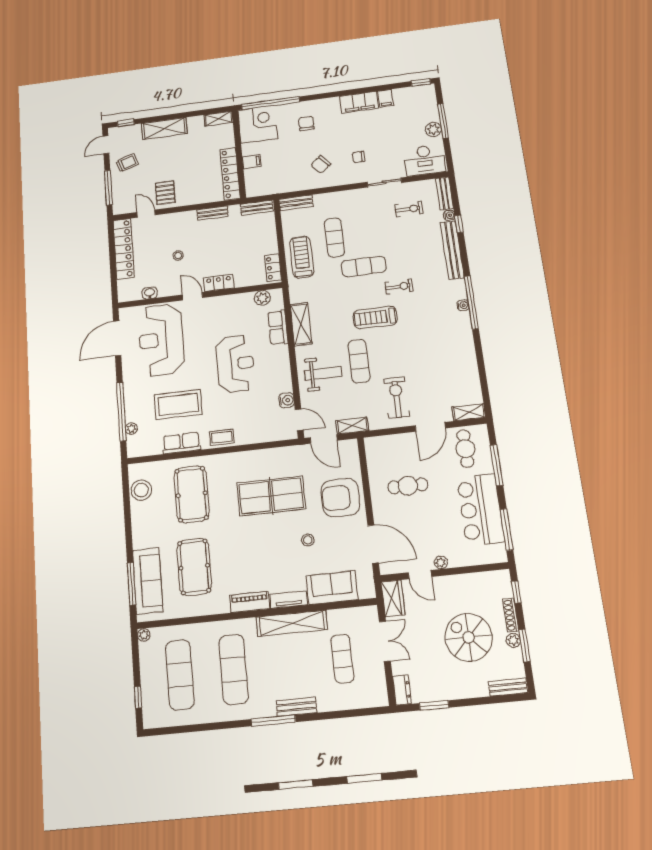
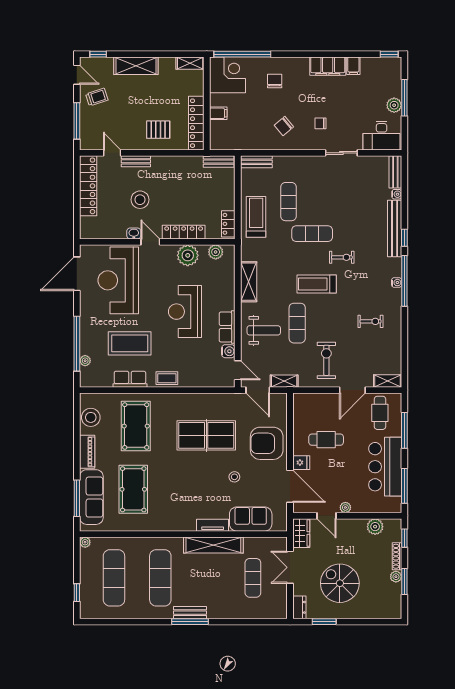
door: (106, 145) -> (77, 75), swing flipped
pallet: (165, 193) -> (158, 130), moved, turned 90
exercise bike: (409, 209) -> (371, 321), moved
bench: (212, 213) -> (136, 161), moved
window: (459, 224) -> (404, 238), moved
stool: (178, 255) -> (140, 200), width x1.89, depth x1.89
locker: (219, 283) -> (184, 232), width x1.53
washbasin: (150, 293) -> (134, 233), moved
plant: (233, 305) -> (188, 255), added
row of seats: (278, 327) -> (227, 327), moved
reception desk: (235, 364) -> (185, 312), turned 180
fridge: (383, 515) -> (301, 463), added
plant: (479, 582) -> (375, 527), added
piano: (250, 602) -> (87, 452), moved, turned 90
spiral stairs: (469, 637) -> (340, 583), moved
double door: (385, 641) -> (290, 567), swing flipped
bench: (508, 687) -> (386, 613), removed
bench: (296, 707) -> (190, 613), moved

